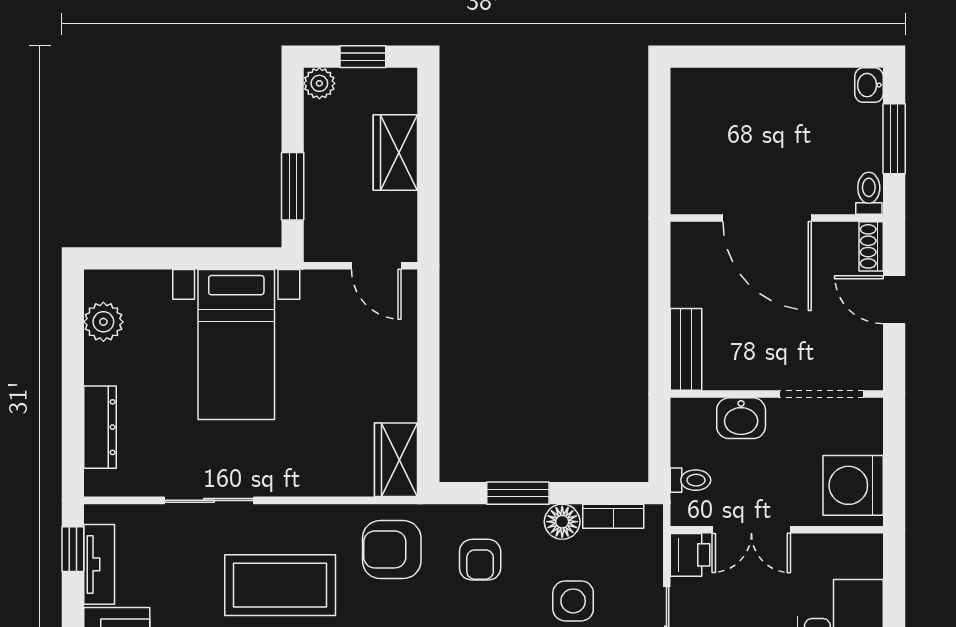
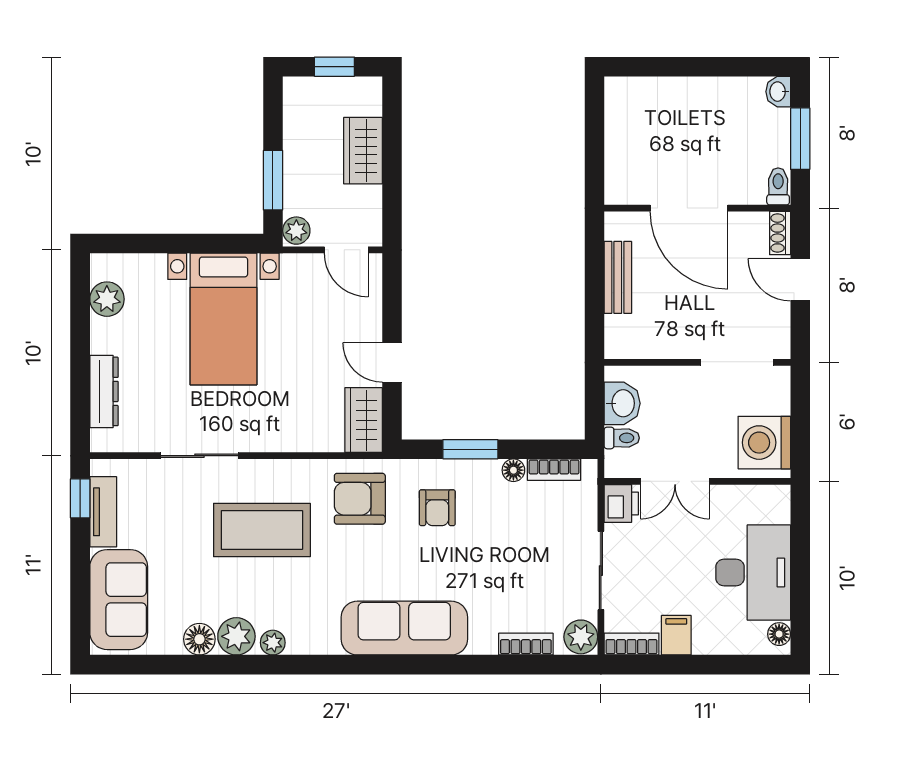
plant: (319, 83) -> (296, 231), moved
bench: (686, 349) -> (618, 277), moved
door: (428, 394) -> (392, 362), added
washbasin: (741, 418) -> (622, 403), moved, turned -90
floor lamp: (562, 522) -> (513, 470), width x0.73, depth x0.73
side table: (573, 601) -> (519, 544), removed

